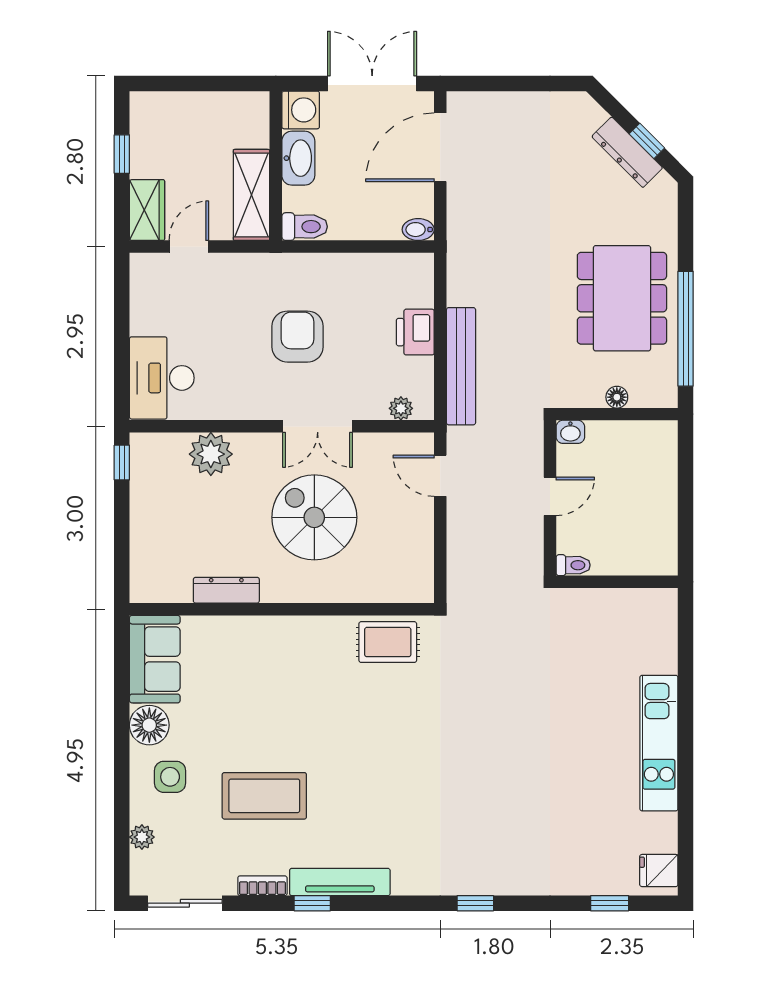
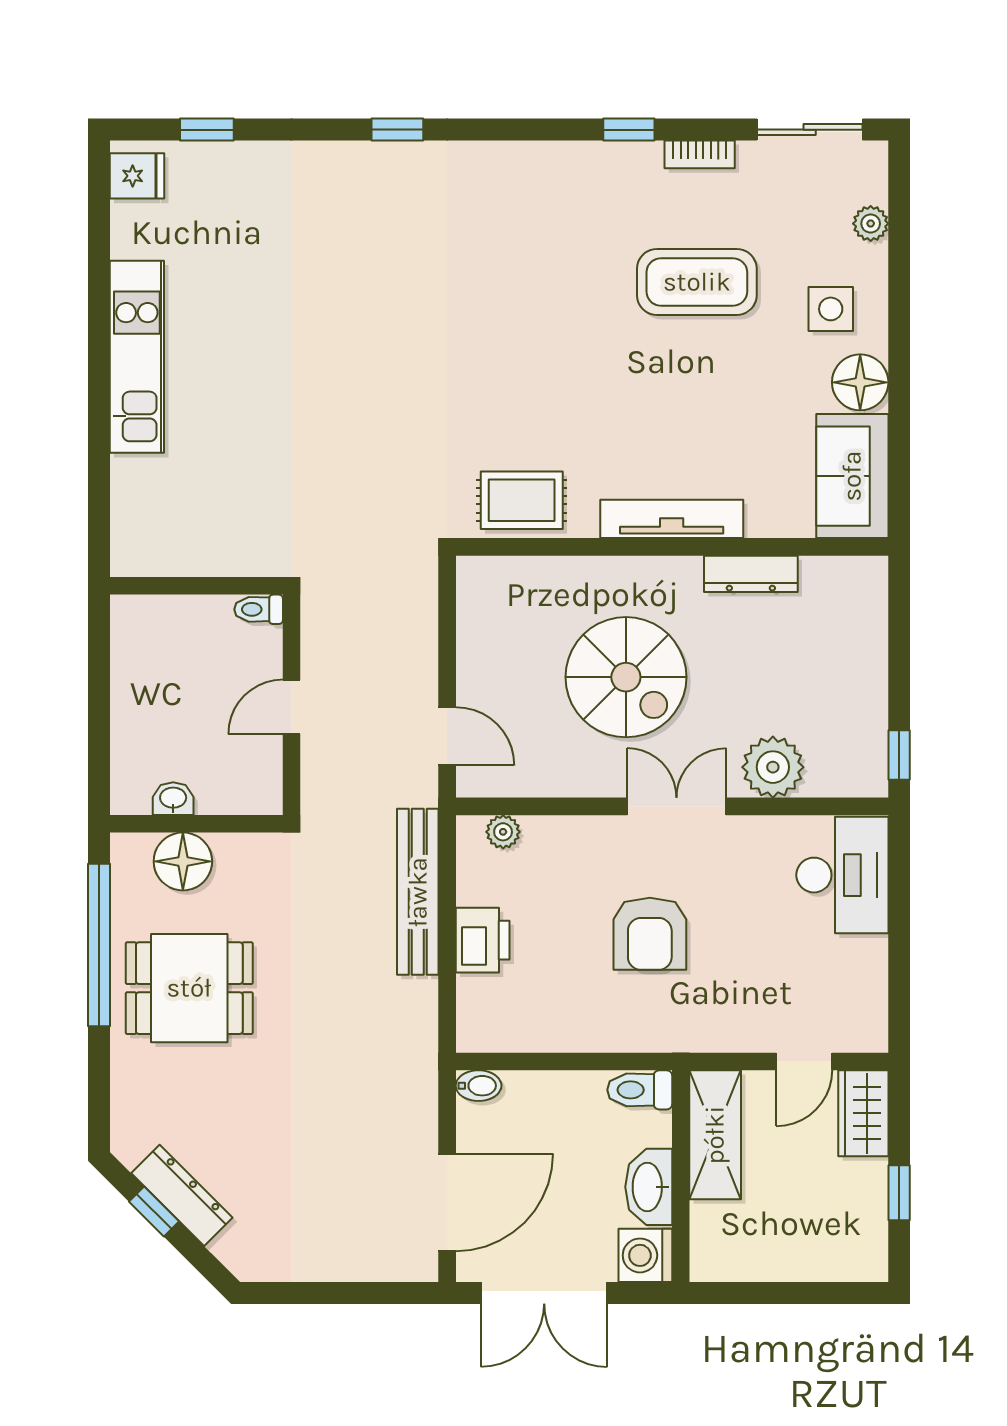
dining table: (622, 298) -> (189, 988), width x0.73
floor lamp: (617, 397) -> (183, 861), width x1.89, depth x1.89
double door: (318, 426) -> (677, 806), moved
washbasin: (570, 432) -> (173, 799), moved
tv unit: (340, 882) -> (672, 519), moved, turned 180

